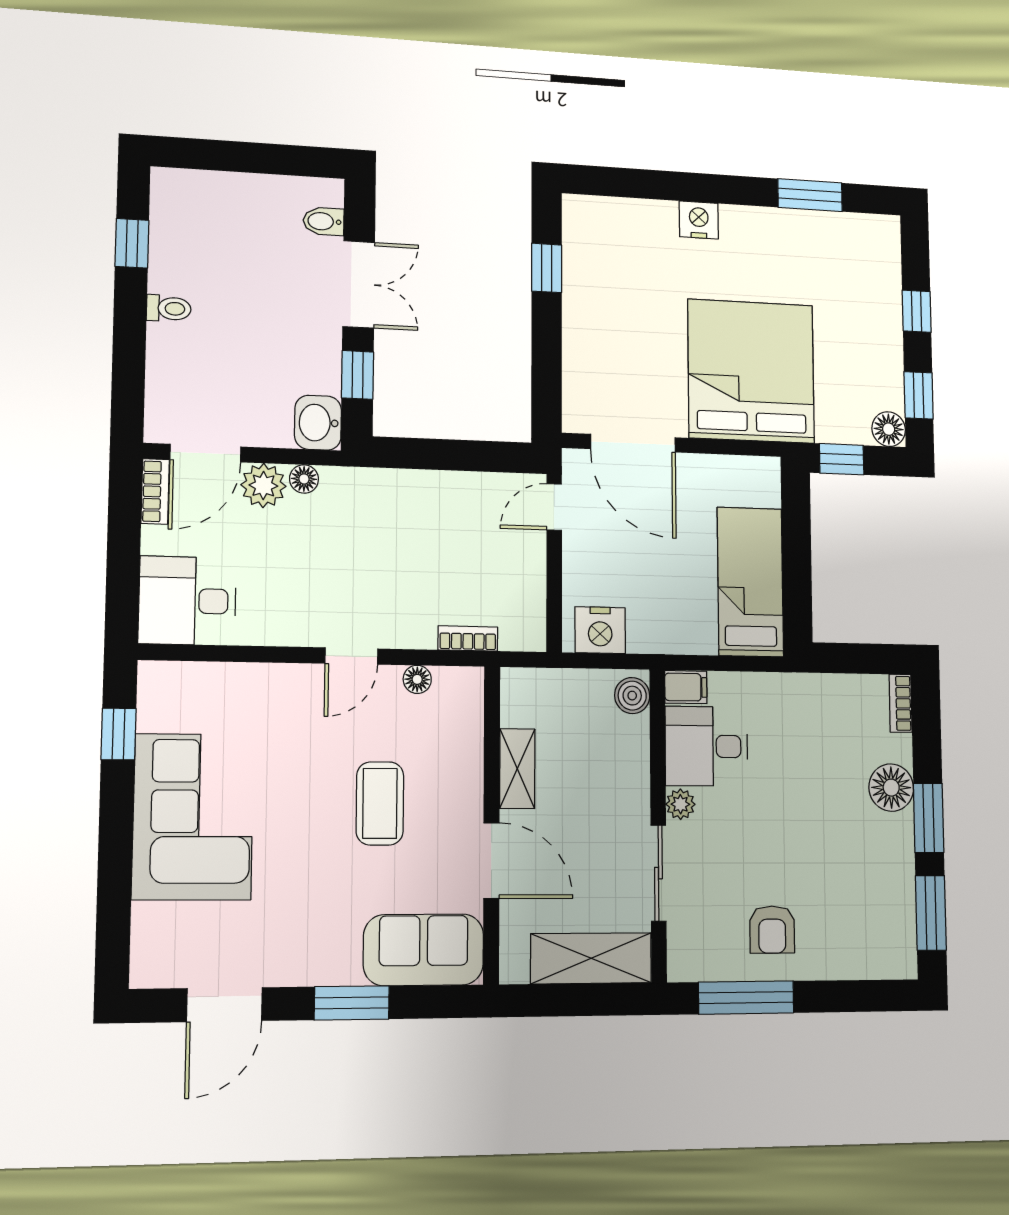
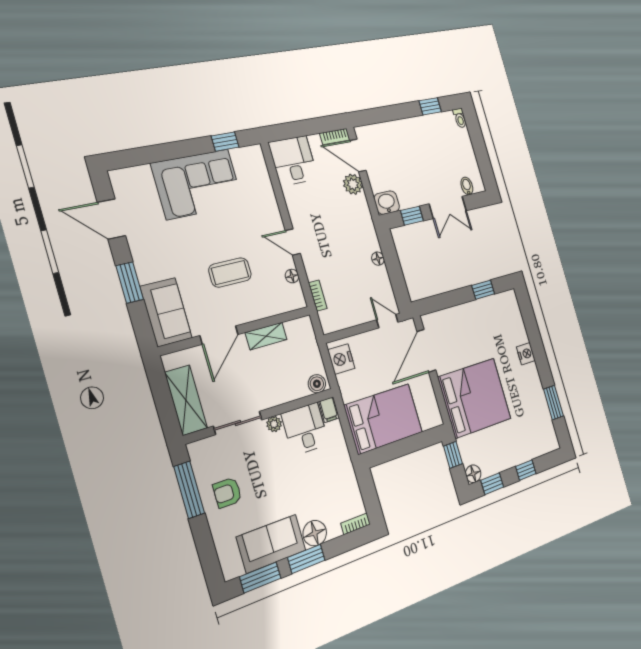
toilet: (169, 308) -> (460, 118), moved
floor lamp: (304, 479) -> (378, 259), moved
bed: (750, 582) -> (383, 419), width x1.50
sofa: (882, 875) -> (271, 544), added

